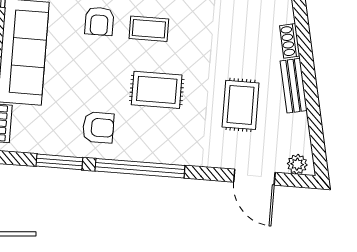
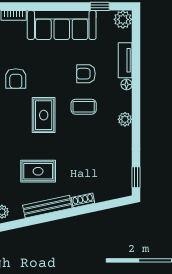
coffee table: (149, 29) -> (84, 107), turned 90
bench: (294, 86) -> (47, 207), width x1.36

